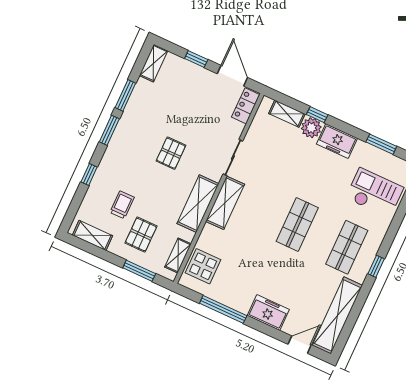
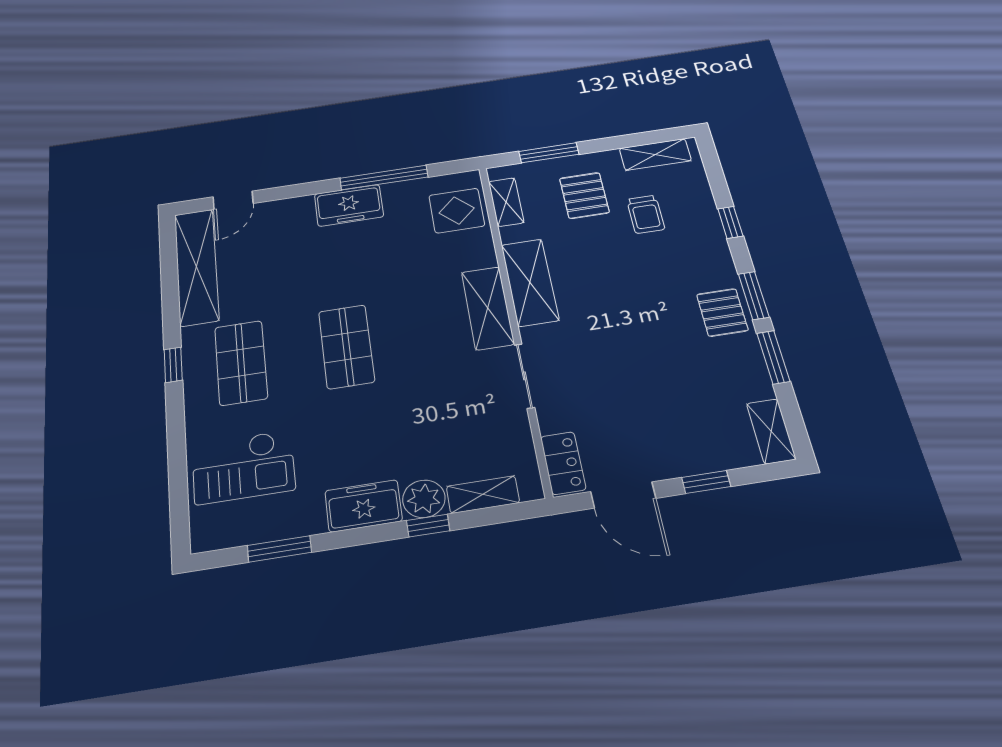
pallet: (171, 153) -> (722, 312), moved
freezer: (268, 313) -> (349, 205), moved

